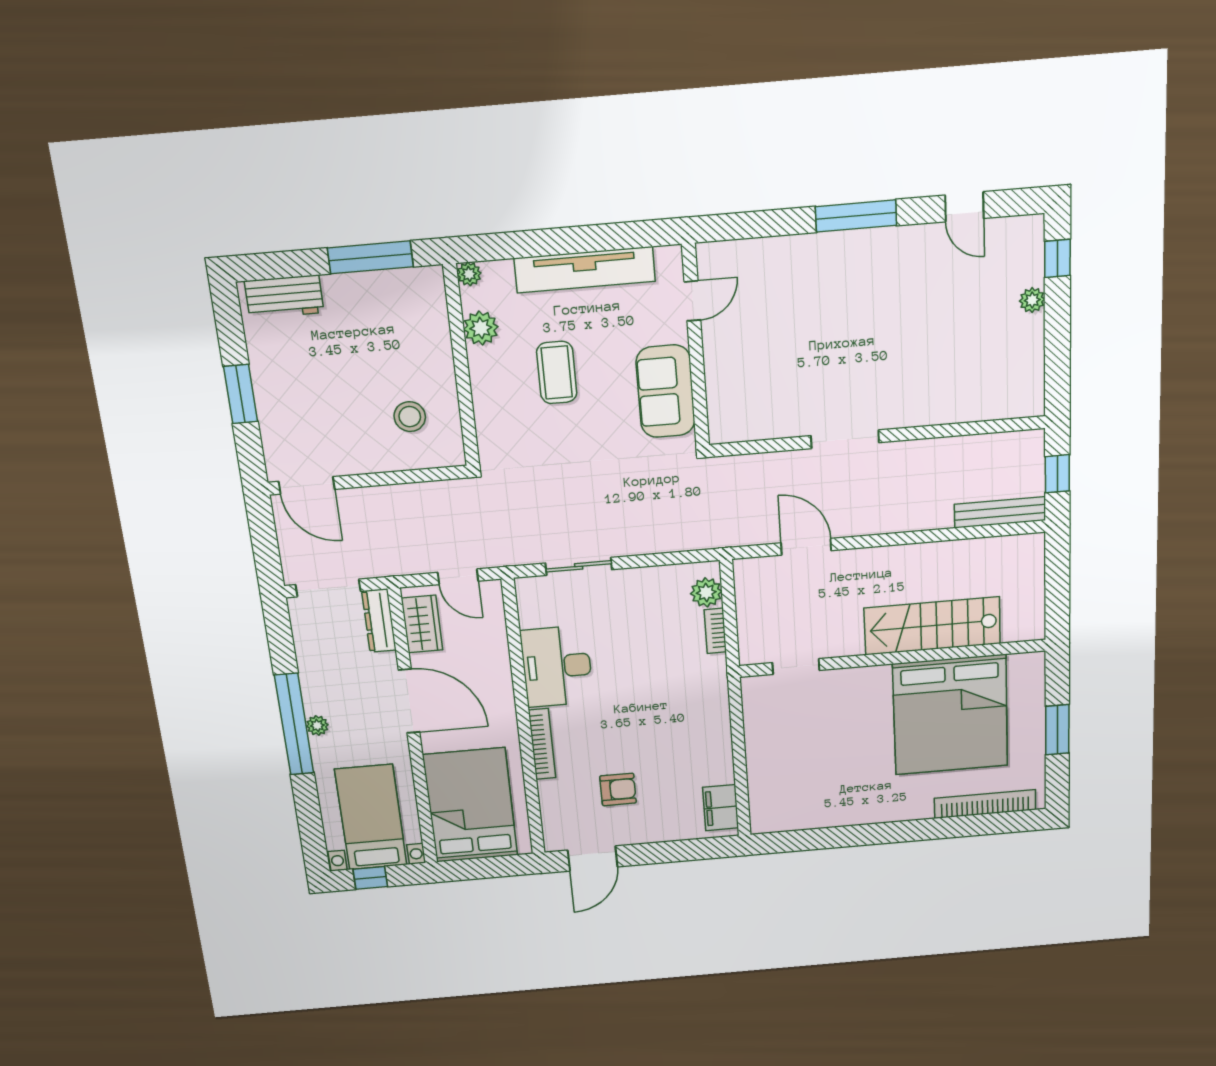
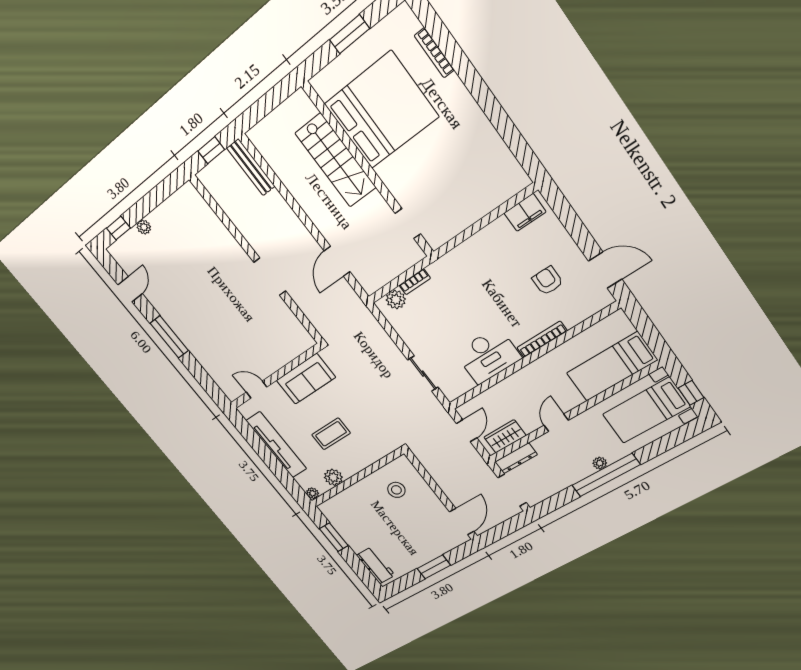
window: (370, 257) -> (334, 537), width x0.69
door: (409, 701) -> (556, 423), width x0.53
bookcase: (985, 804) -> (434, 53), width x0.68, depth x0.76
bed: (470, 805) -> (612, 367), width x0.67

